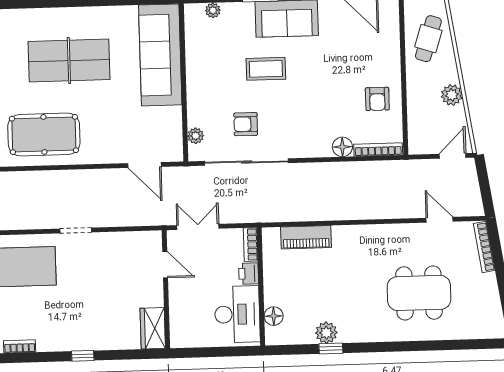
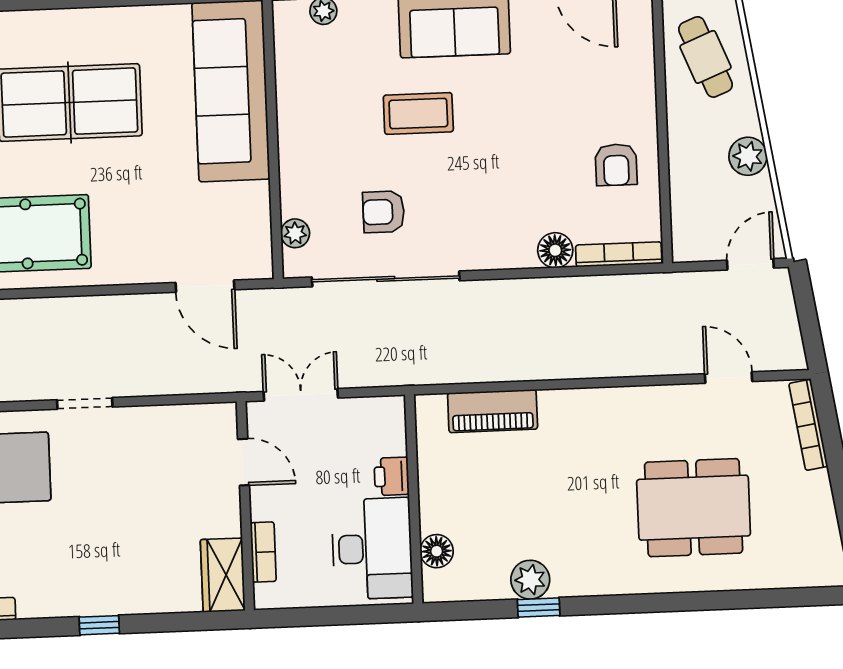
cafe table: (428, 39) -> (706, 57), turned -40
bookcase: (251, 245) -> (263, 552), moved, turned 180

